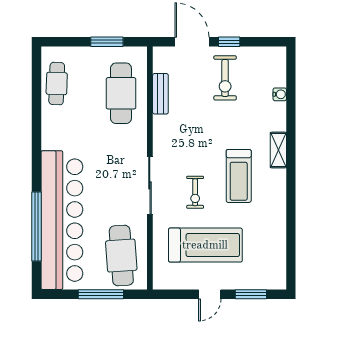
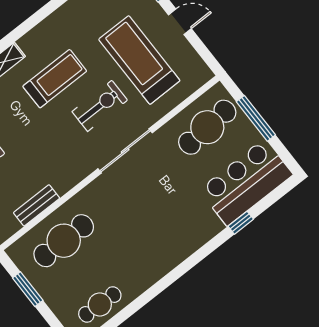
exercise bike: (195, 192) -> (100, 106), width x1.38, depth x1.39
bar counter: (62, 220) -> (246, 182), width x0.54
window: (36, 227) -> (241, 223), width x0.32

